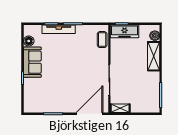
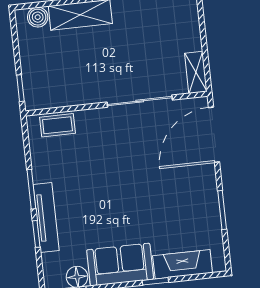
freezer: (125, 31) -> (35, 81), removed
fireplace: (29, 92) -> (183, 264), added
door: (89, 114) -> (214, 135), hinge flipped

